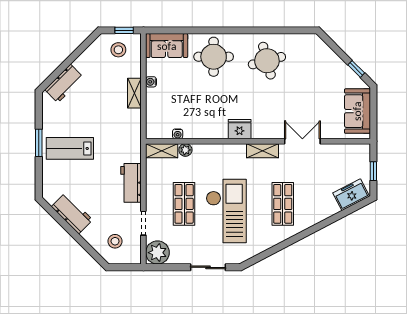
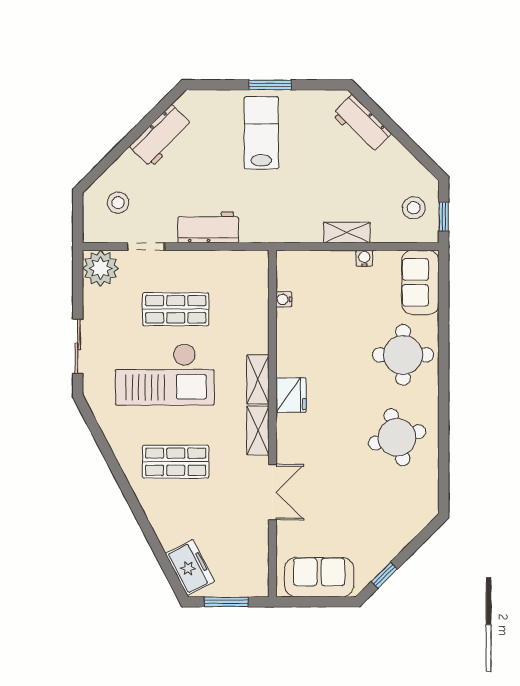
plant: (185, 150) -> (259, 311), removed
shelving: (162, 151) -> (258, 379), moved
window: (373, 171) -> (226, 602), width x1.50

